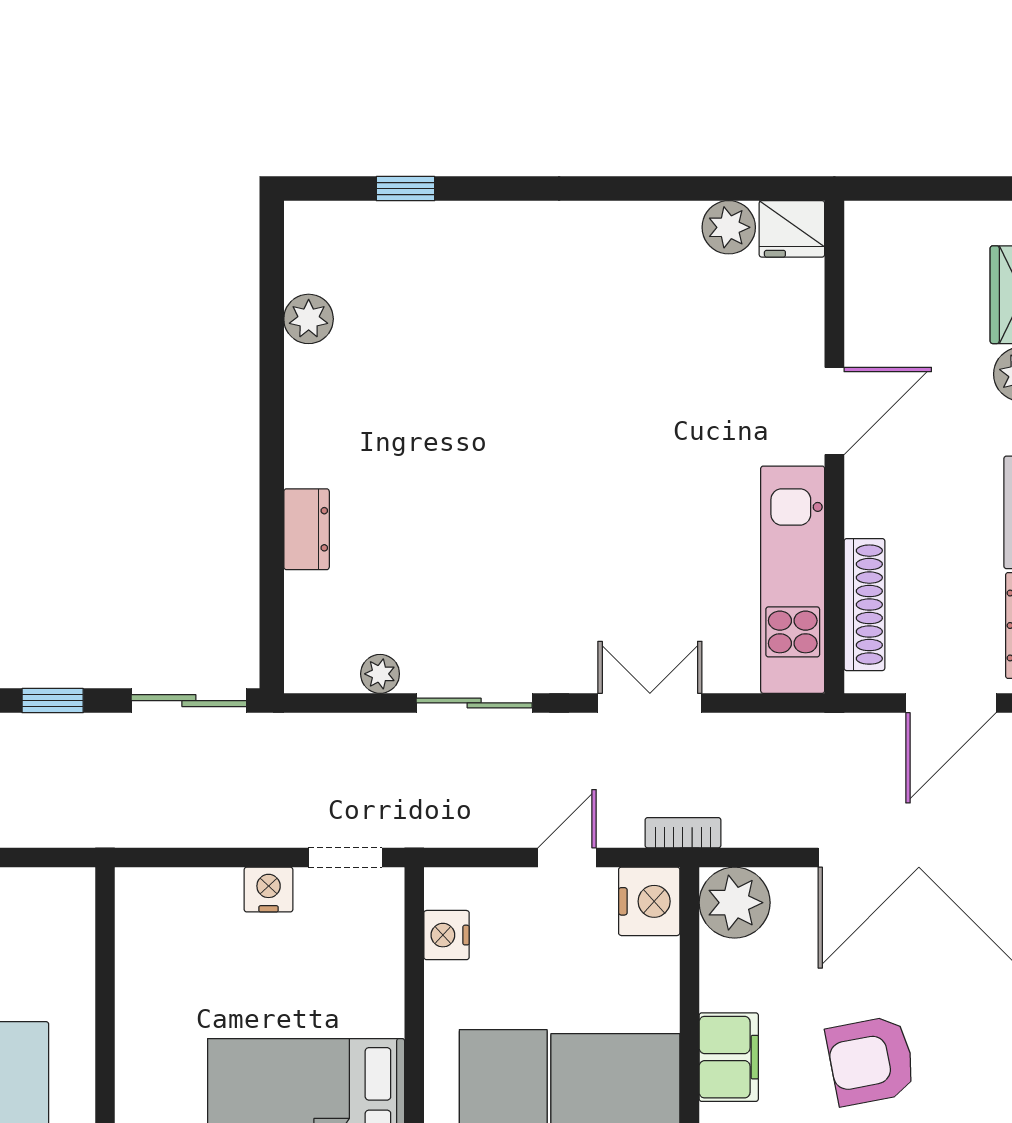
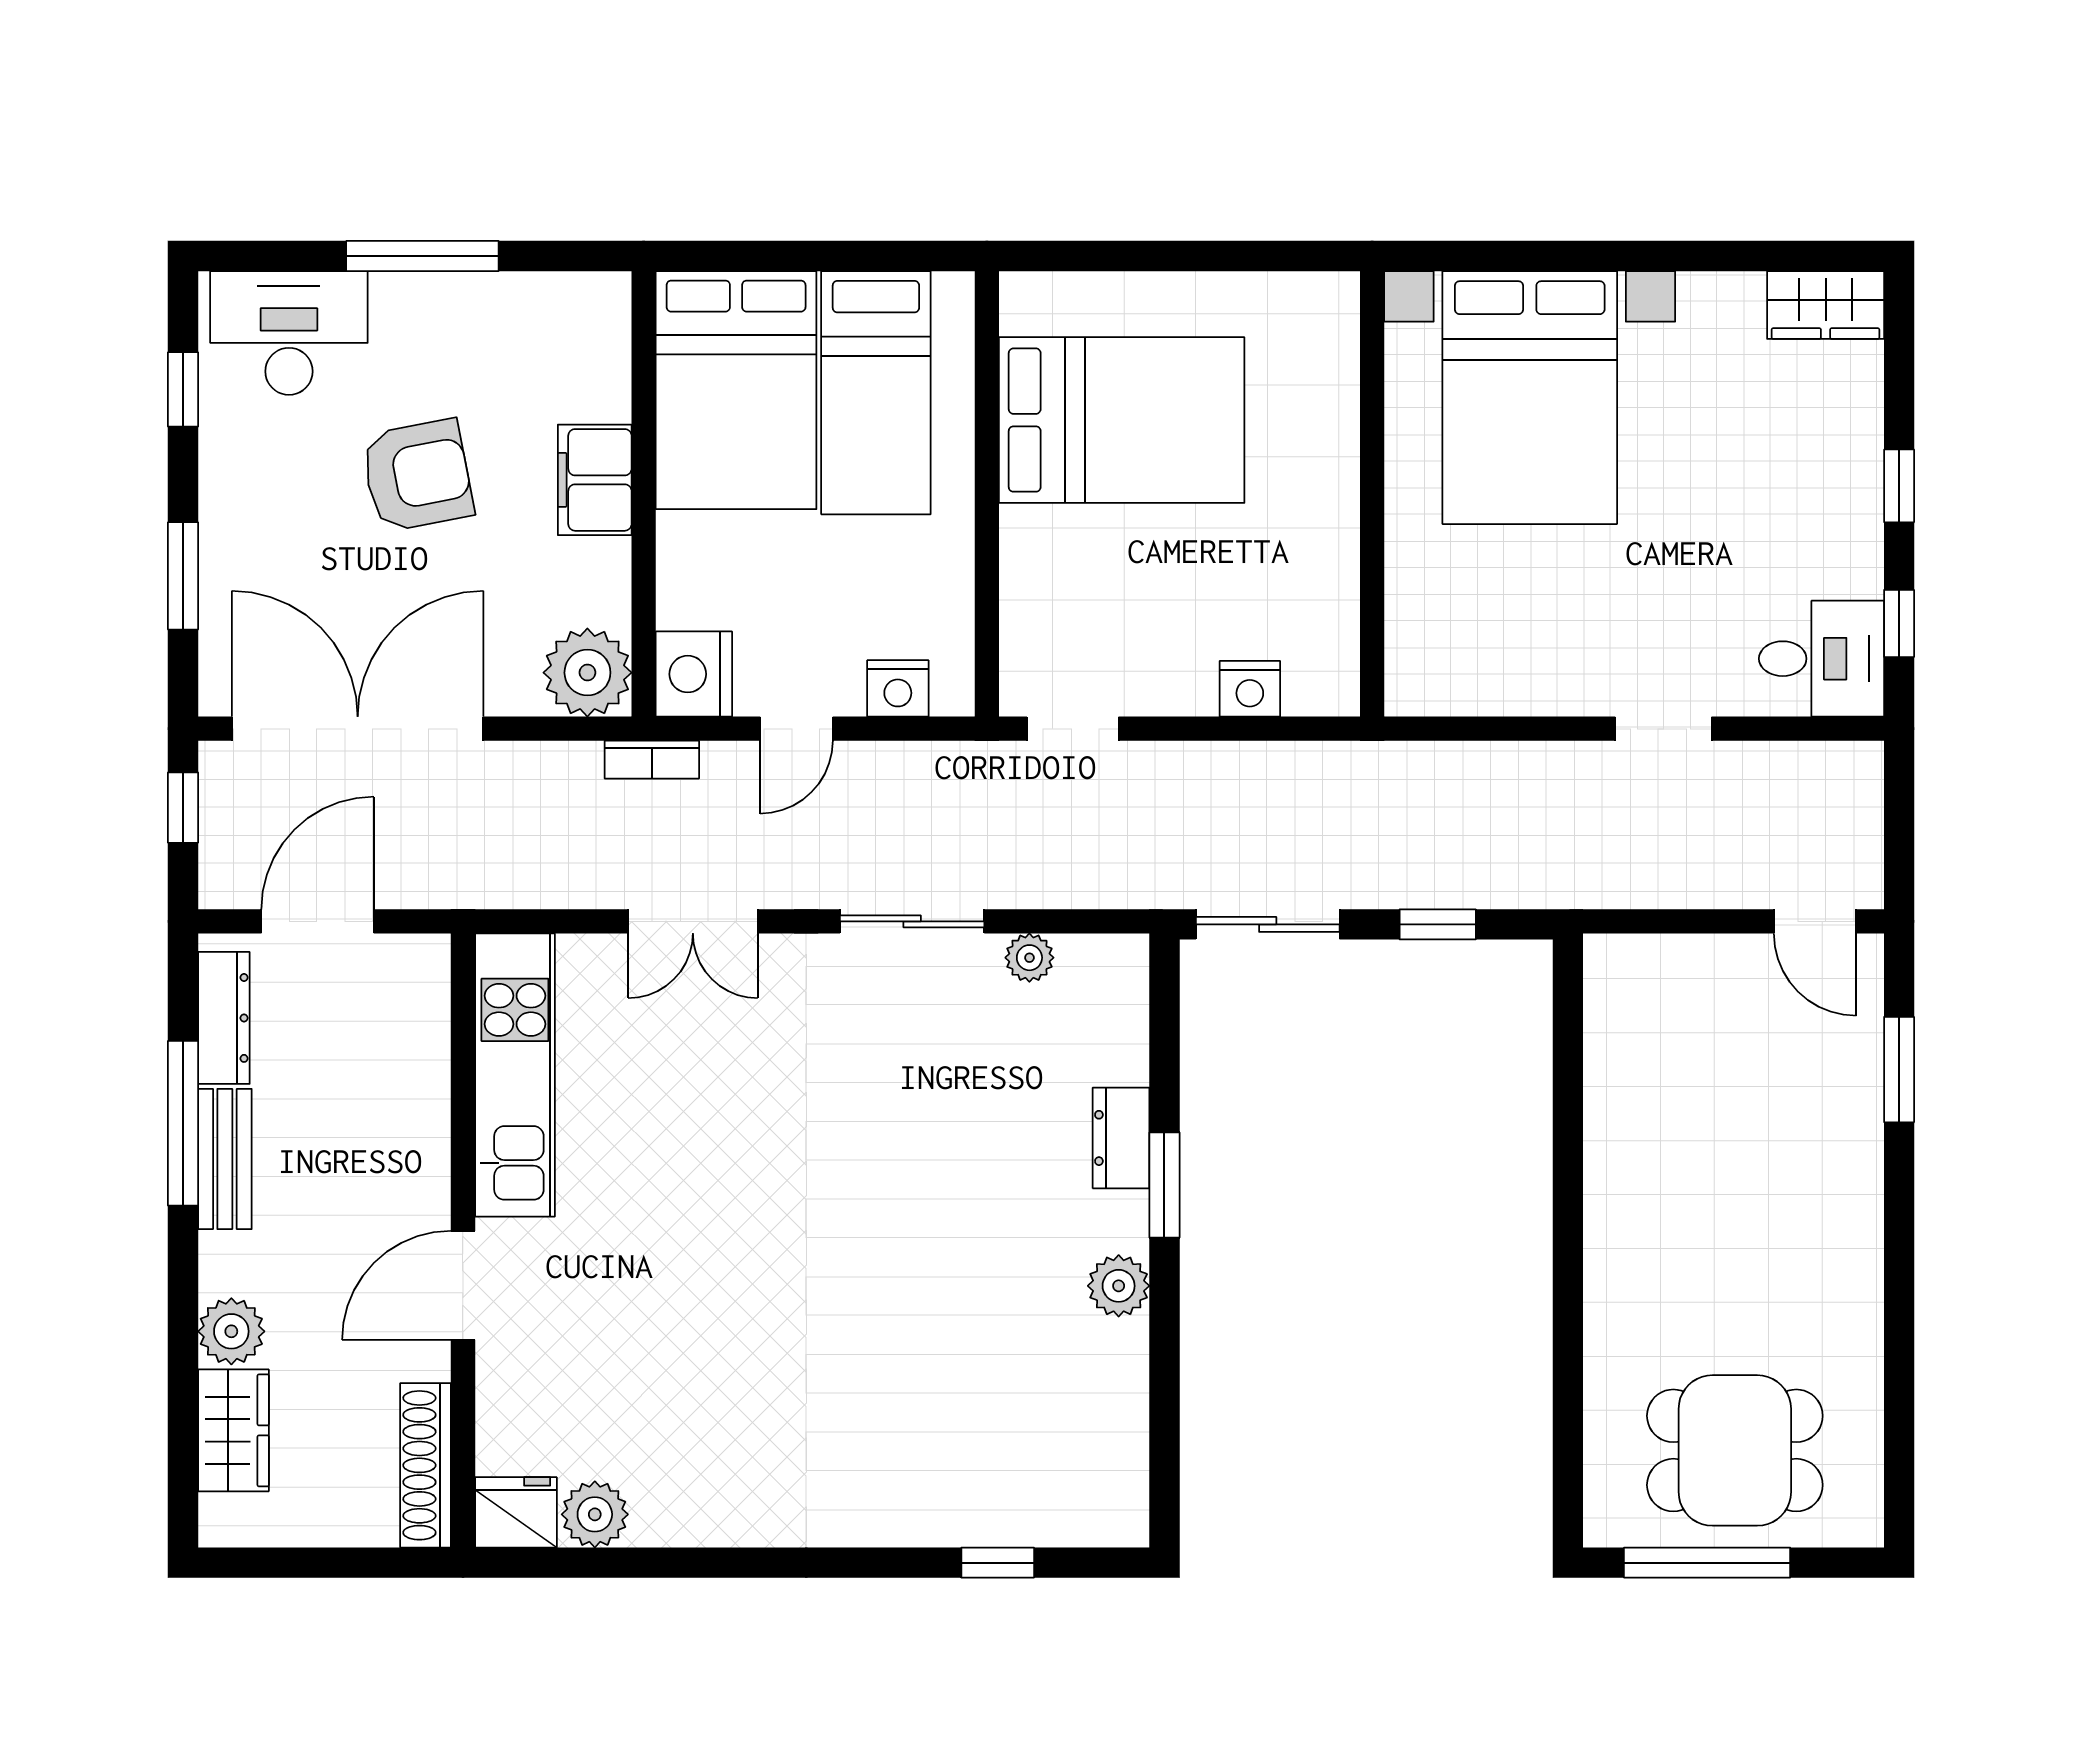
plant: (309, 319) -> (1119, 1286), moved
window: (272, 491) -> (1164, 1185), added
shoe rack: (864, 605) -> (426, 1465), moved
nightstand: (269, 890) -> (1250, 689), moved
nightstand: (446, 935) -> (898, 688), moved, turned 90

